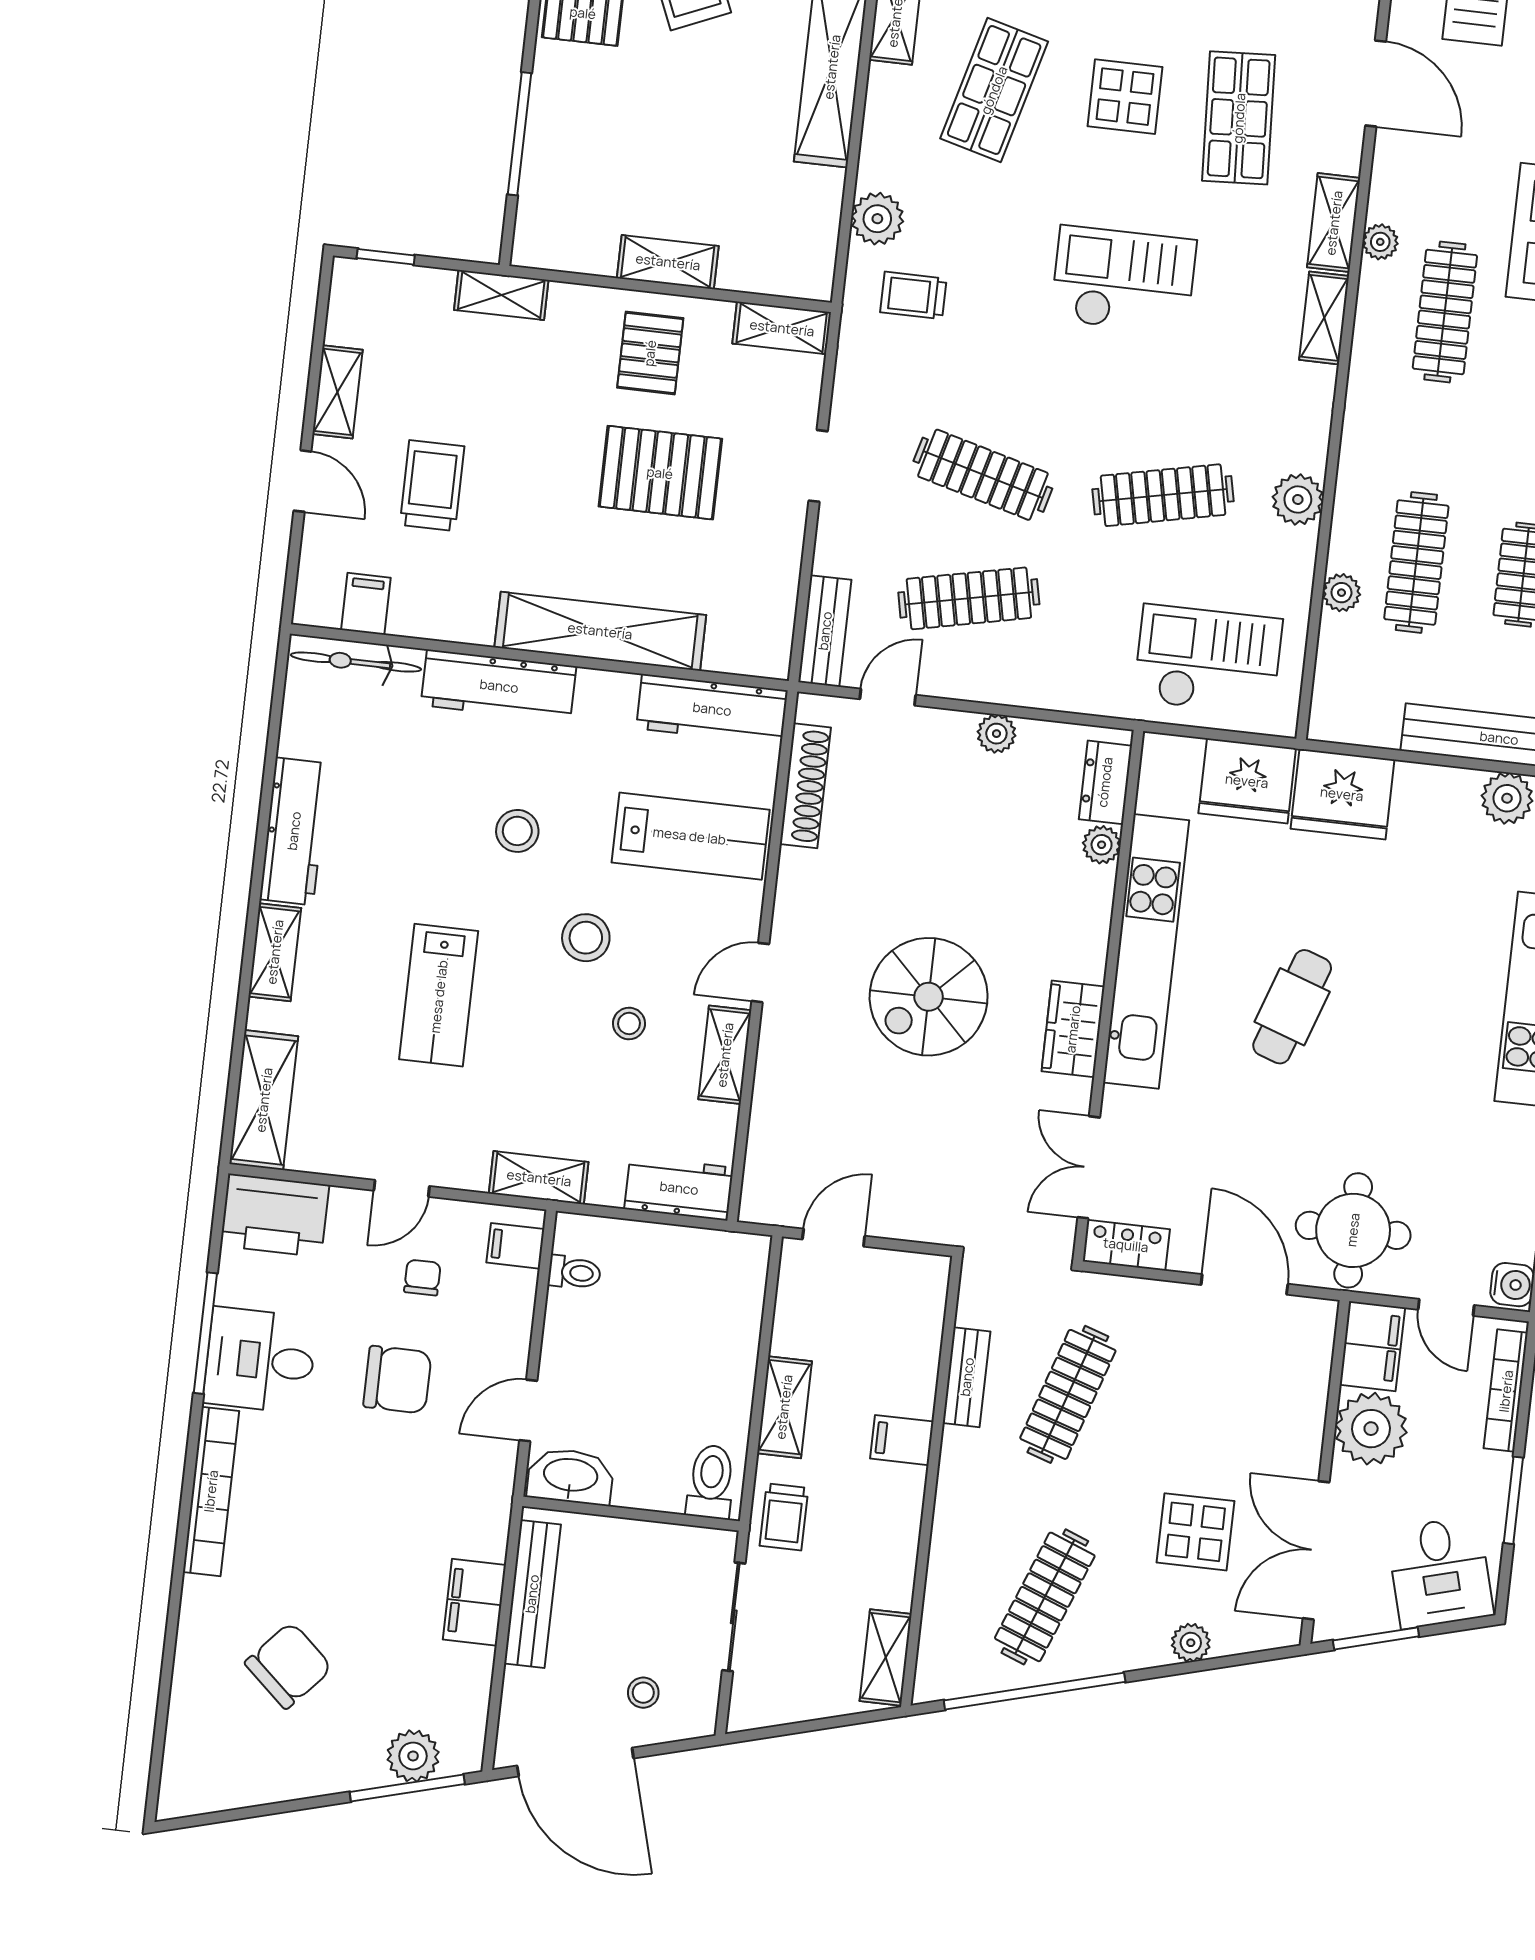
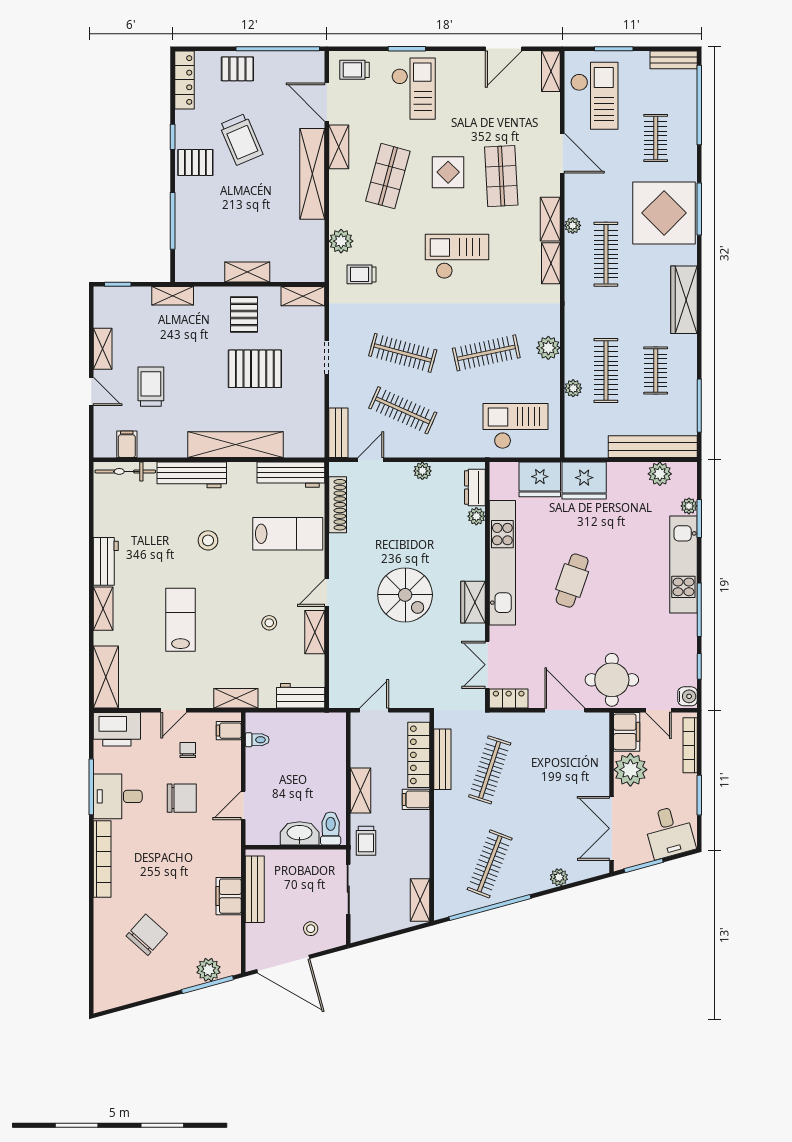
clothes rail: (969, 598) -> (403, 410), turned 36
workbench: (294, 831) -> (106, 561), width x0.73
stool: (586, 938) -> (245, 586), removed
lab bench: (439, 995) -> (181, 620), turned 180
spiral stairs: (929, 997) -> (405, 595), turned -90
locker: (919, 1345) -> (419, 755), added
bench: (967, 1377) -> (442, 759), width x1.36
washbasin: (570, 1476) -> (300, 833), moved
display table: (1195, 1532) -> (555, 826), removed

